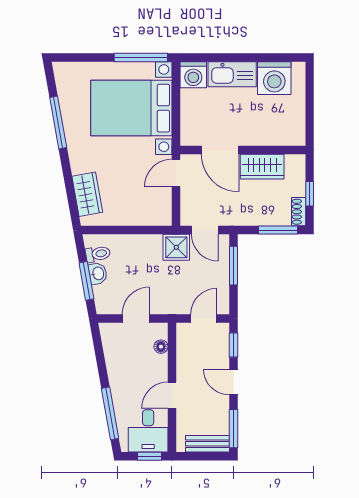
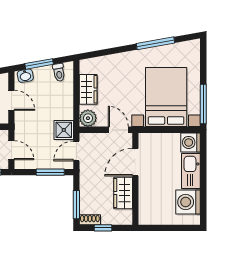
wardrobe: (87, 194) -> (88, 89), moved, turned -80
plant: (160, 214) -> (88, 118), added
washbasin: (98, 274) -> (25, 76), moved

